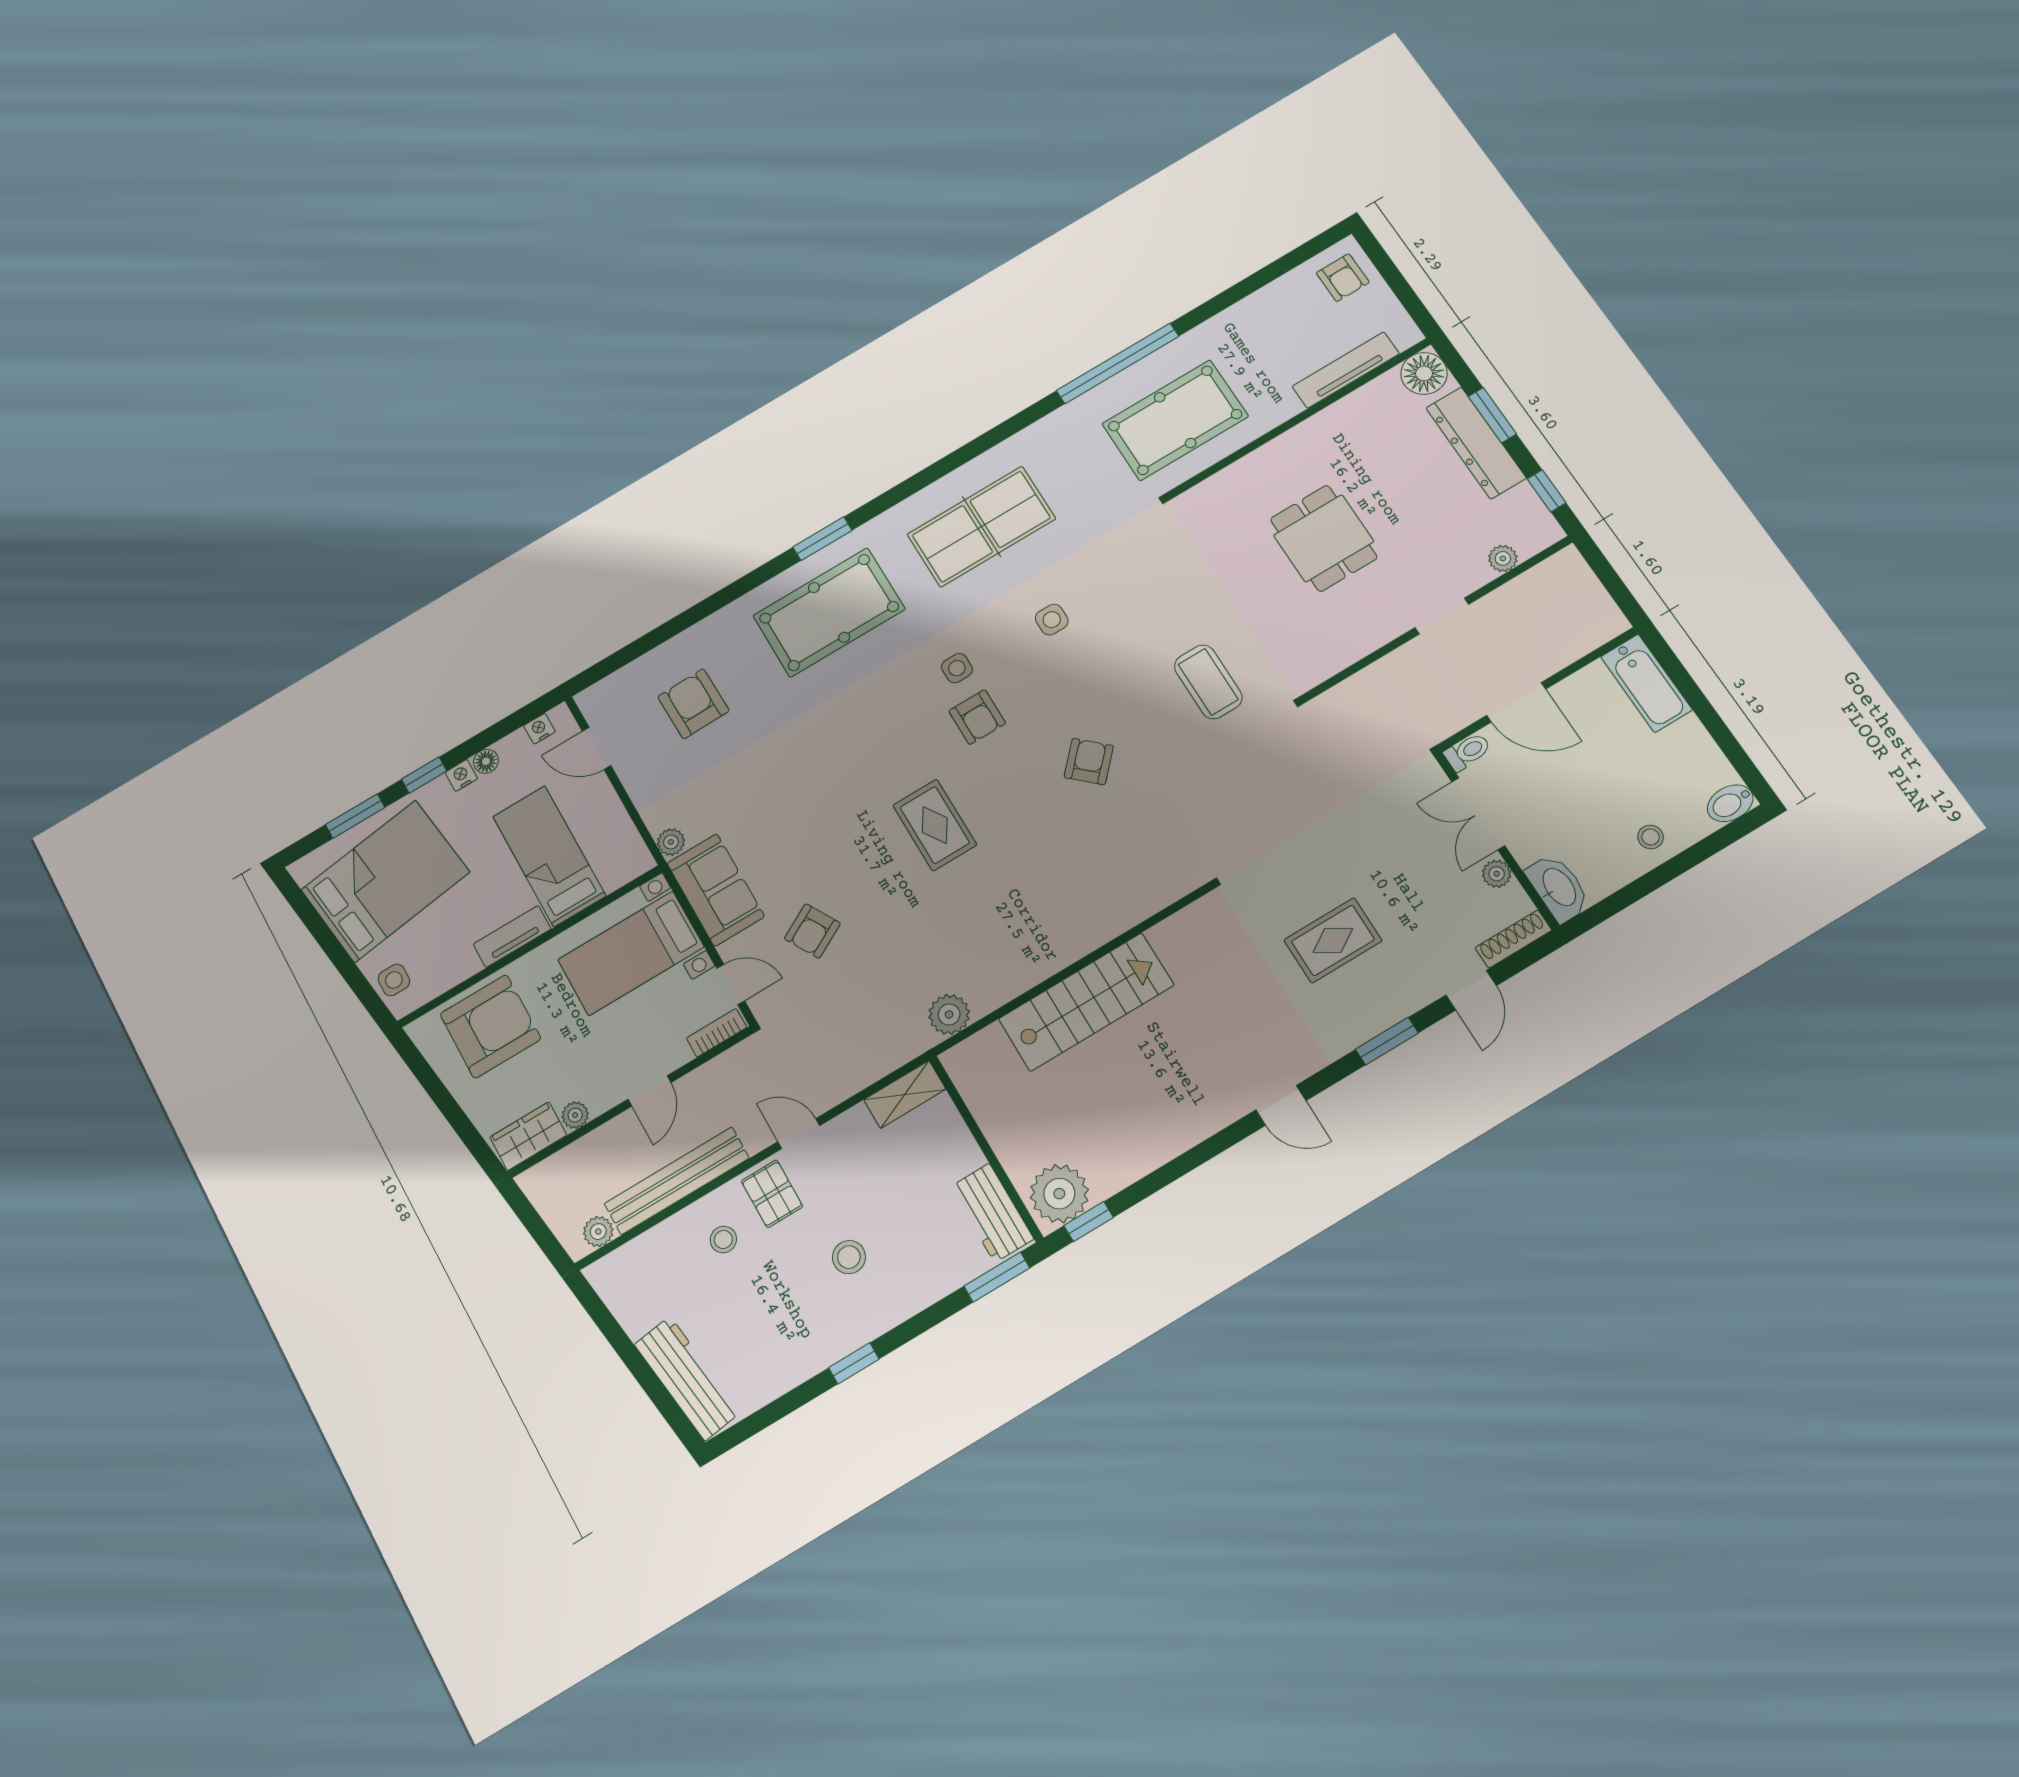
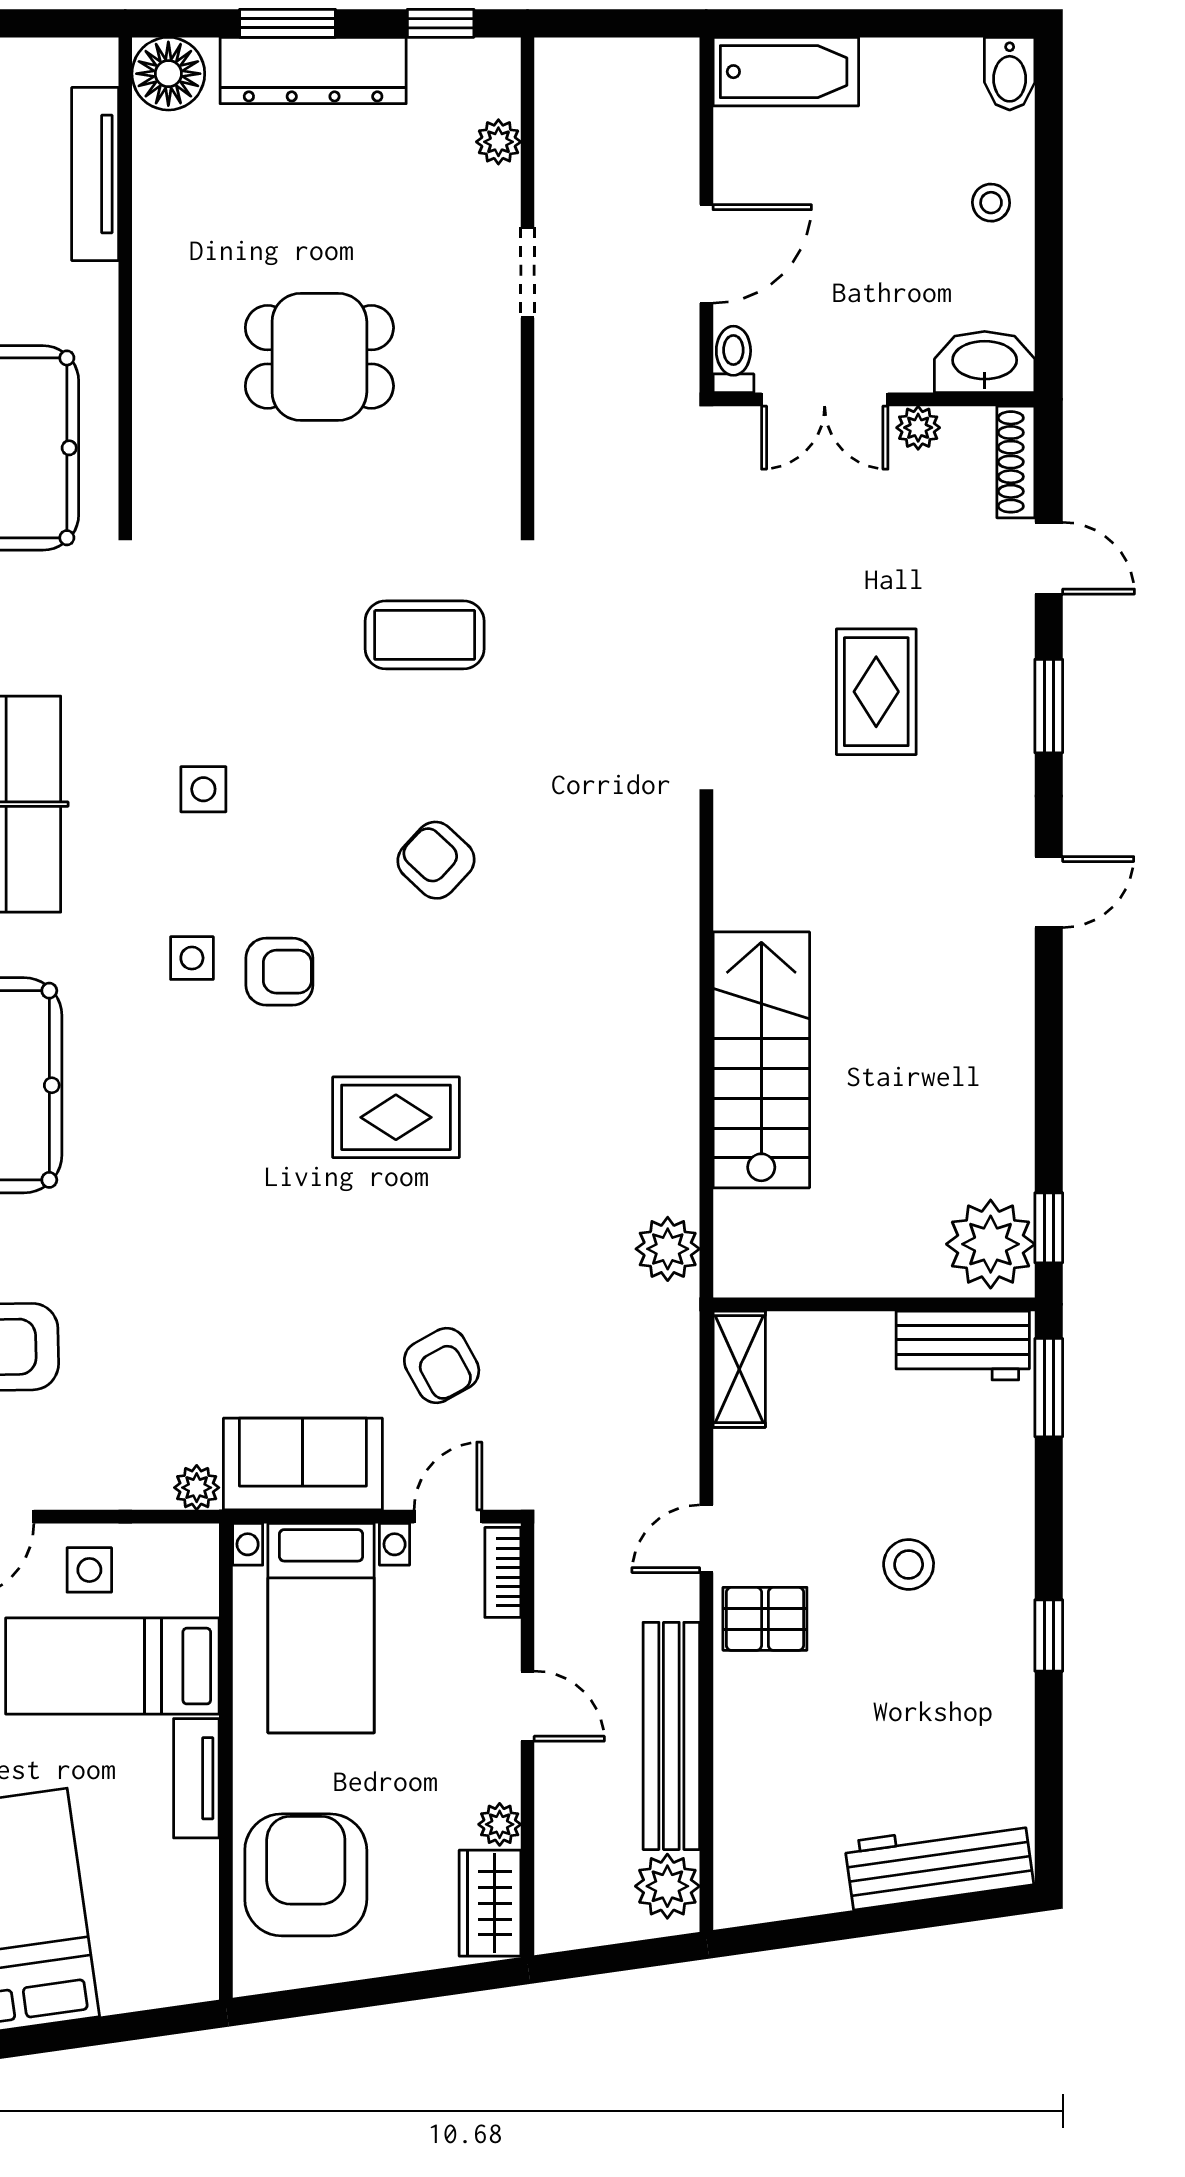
side table: (394, 980) -> (89, 1570), moved
plant: (598, 1232) -> (667, 1886), width x1.38, depth x1.38
stool: (723, 1239) -> (787, 1717), removed

